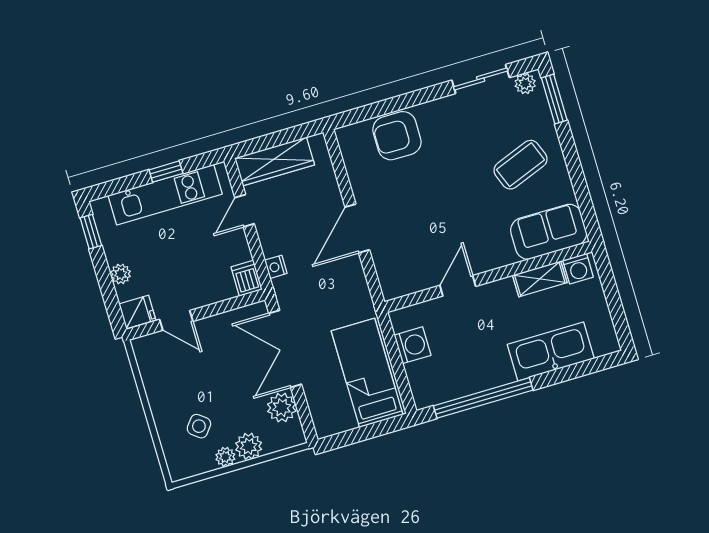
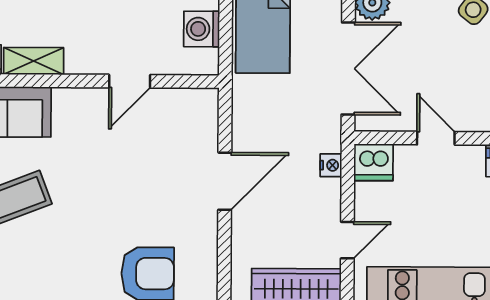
dishwasher: (247, 278) -> (373, 162), width x1.38
door: (176, 320) -> (436, 138), moved

